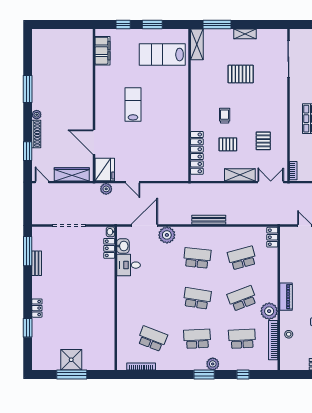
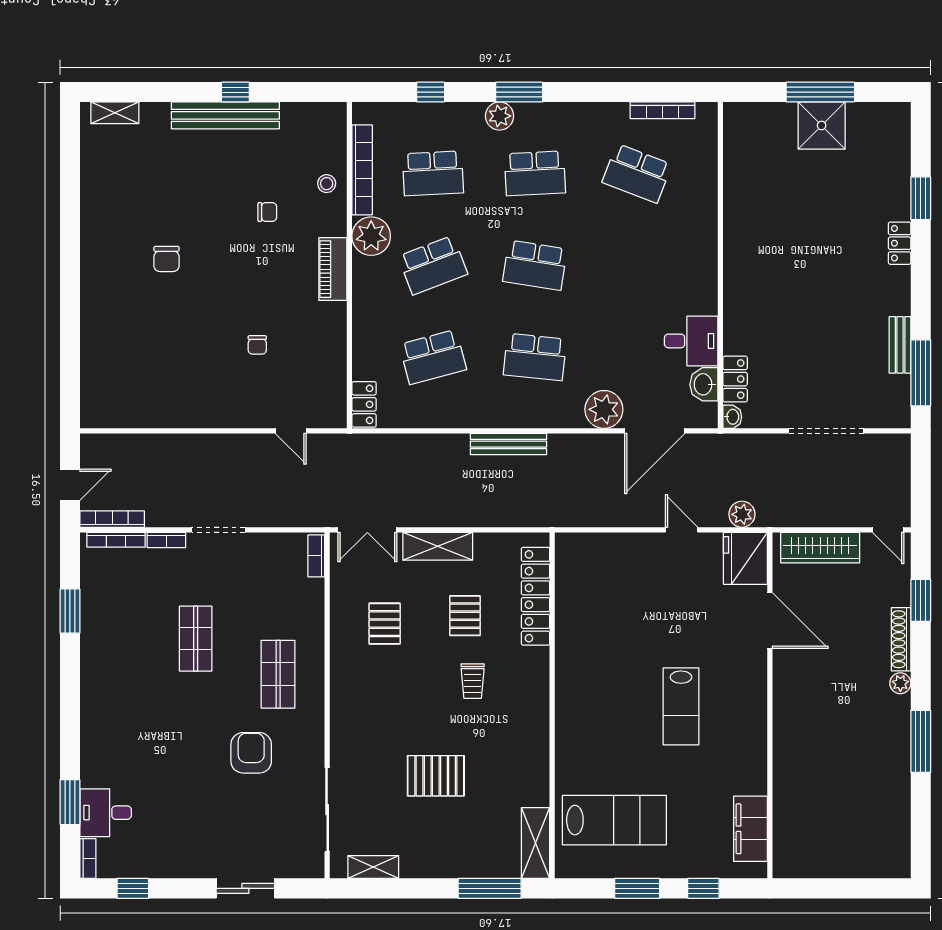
shelving: (245, 34) -> (373, 867), moved
pallet: (228, 144) -> (465, 616), turned 90

